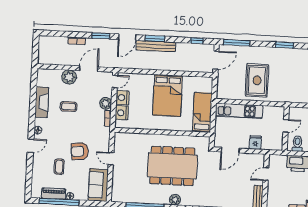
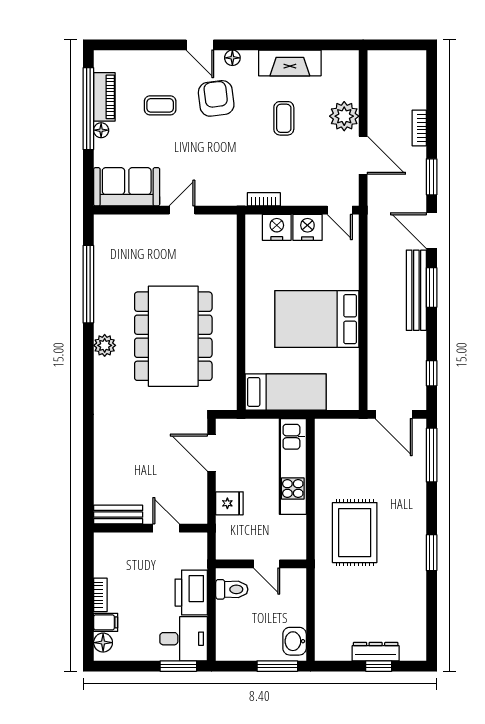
rug: (257, 80) -> (355, 533), moved, turned 90
plant: (106, 103) -> (294, 194), removed
armchair: (80, 151) -> (216, 98), moved

